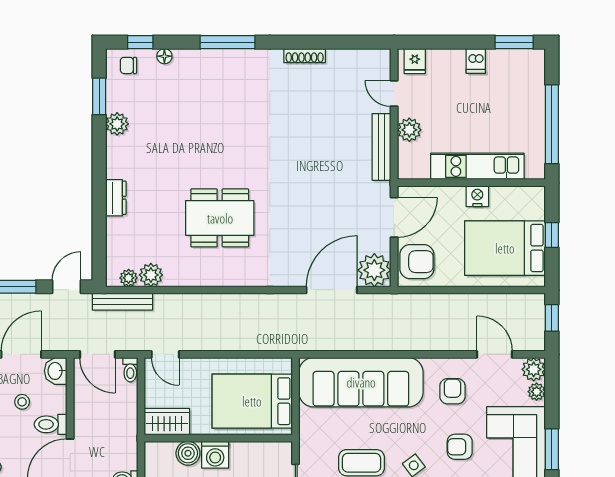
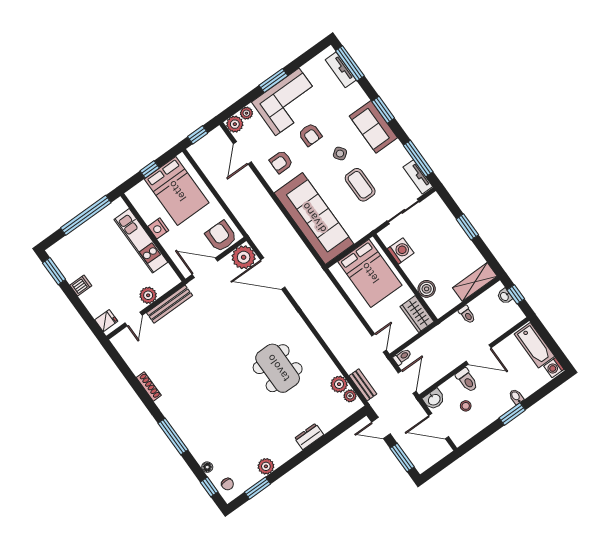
bench: (122, 302) -> (363, 385), width x0.73
washing machine: (215, 455) -> (401, 251), moved

